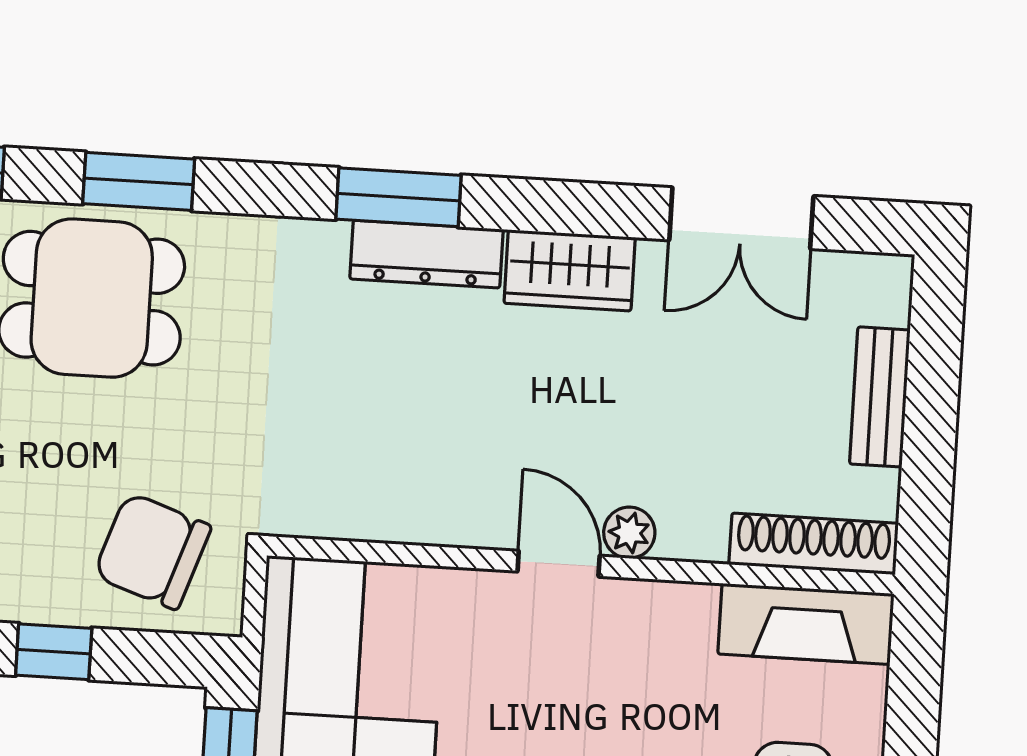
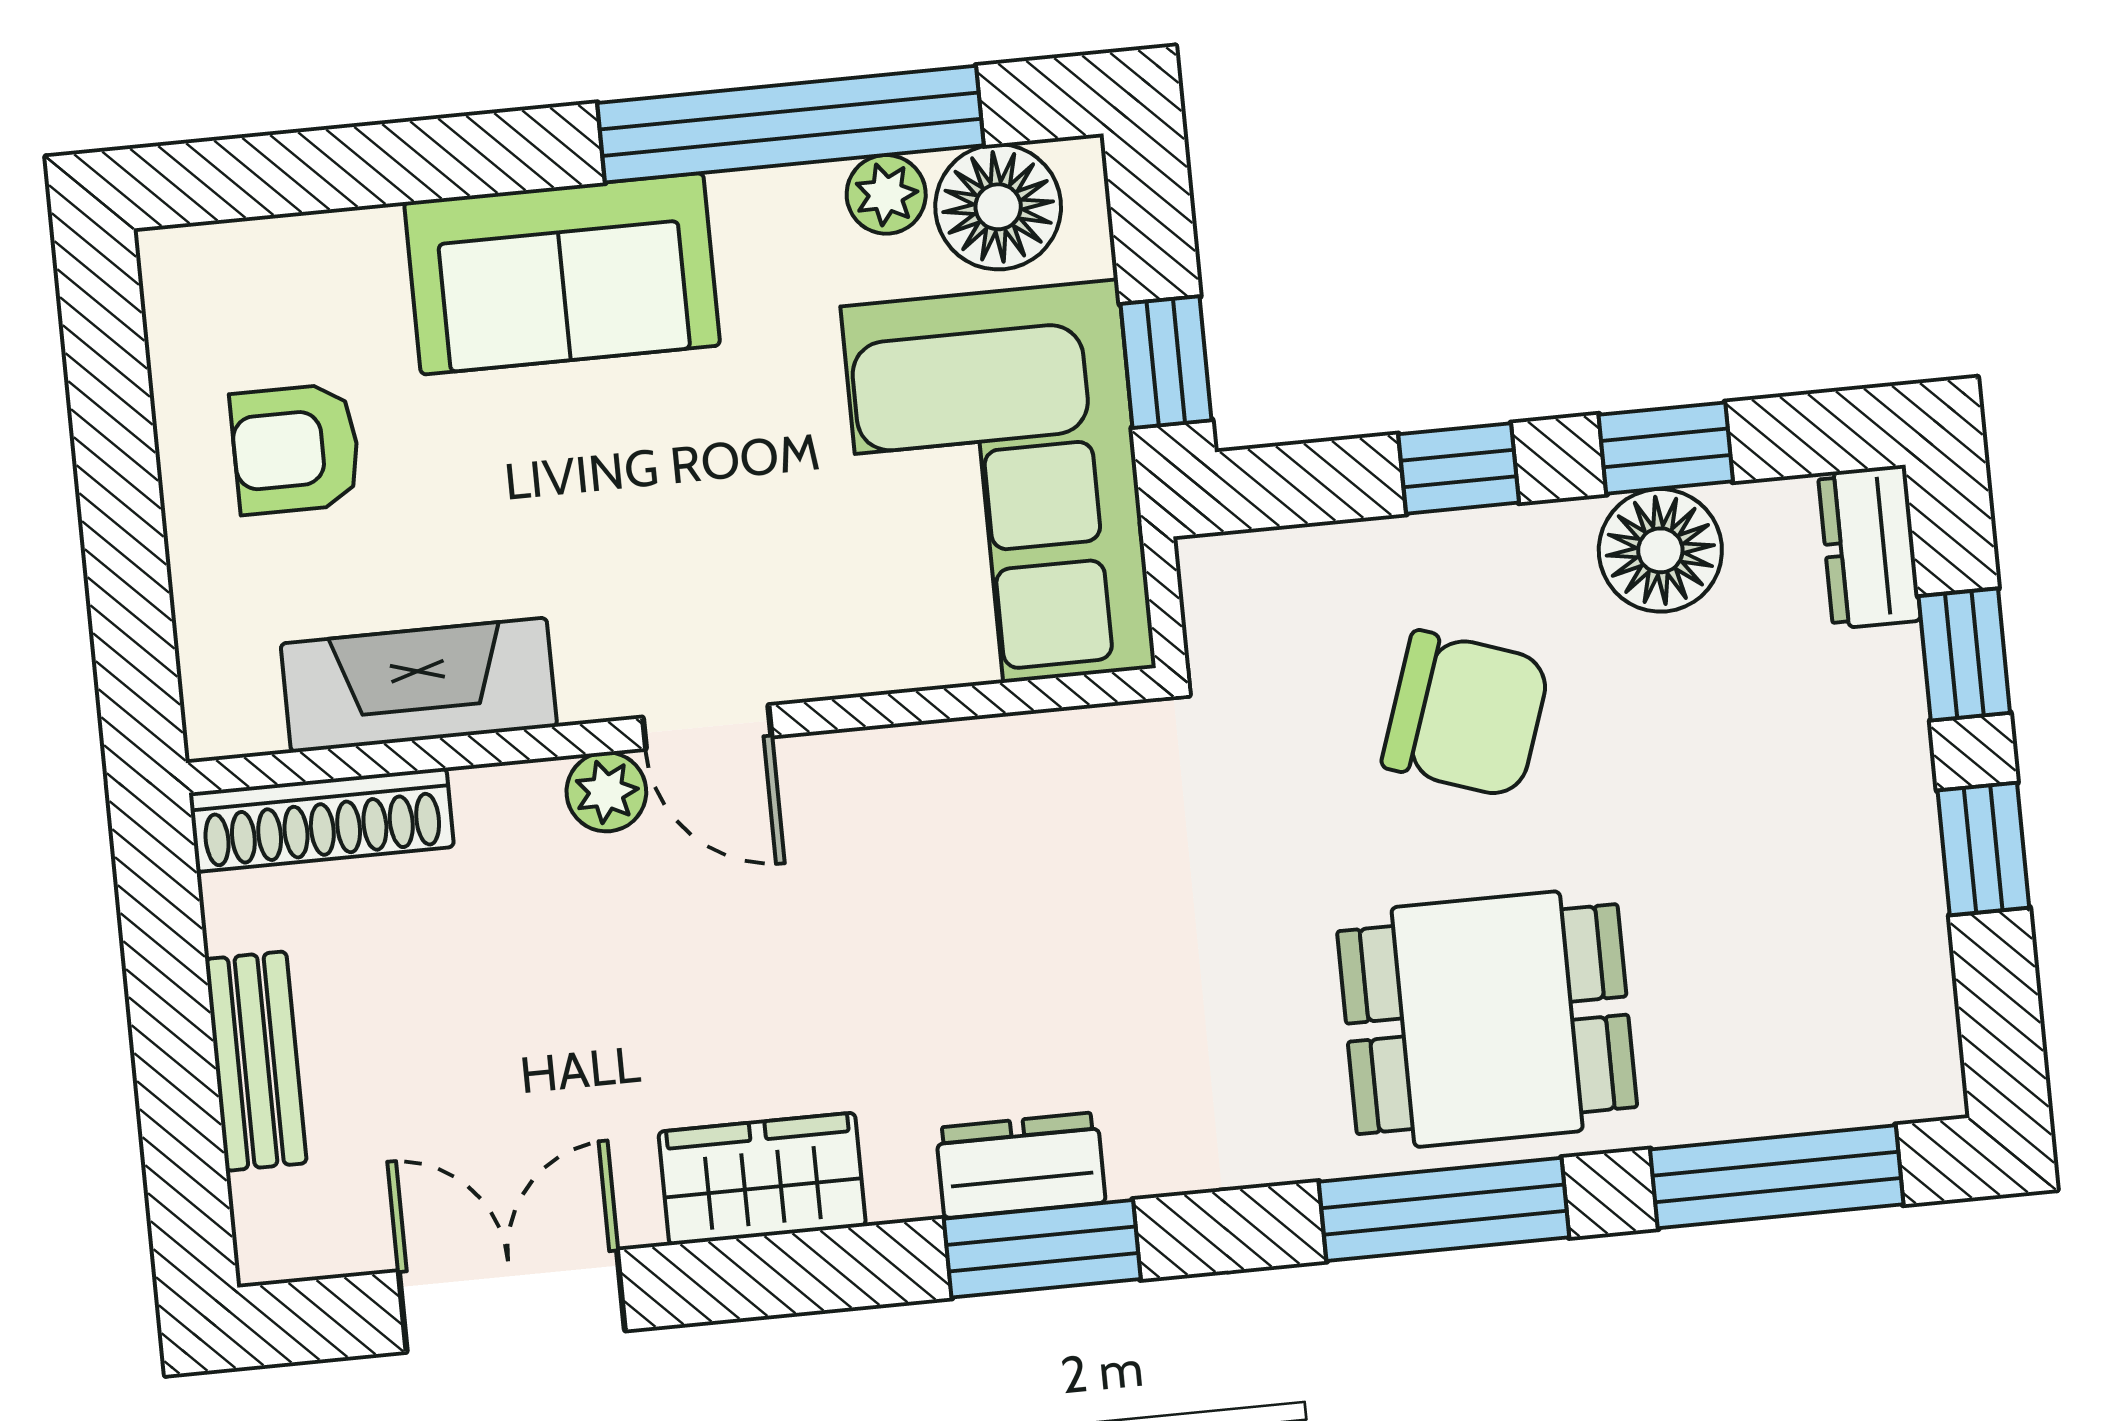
window: (139, 181) -> (1444, 1209), width x1.44
dresser: (426, 254) -> (1021, 1165), width x0.70
chair: (152, 551) -> (1466, 714), moved
fireplace: (806, 624) -> (419, 685), moved

